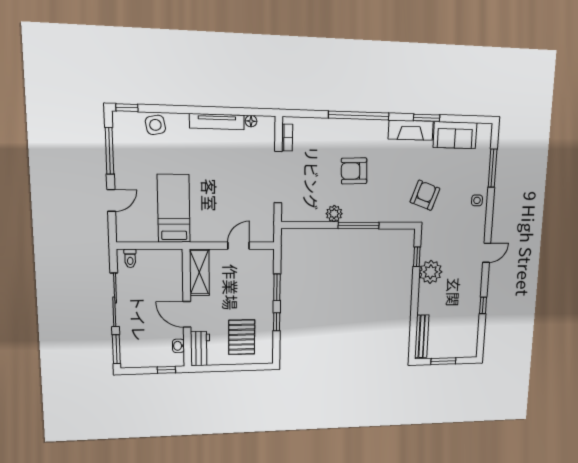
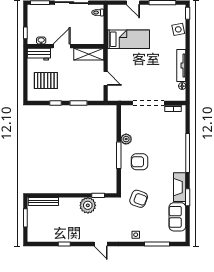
armchair: (354, 171) -> (140, 162), moved, turned -88

